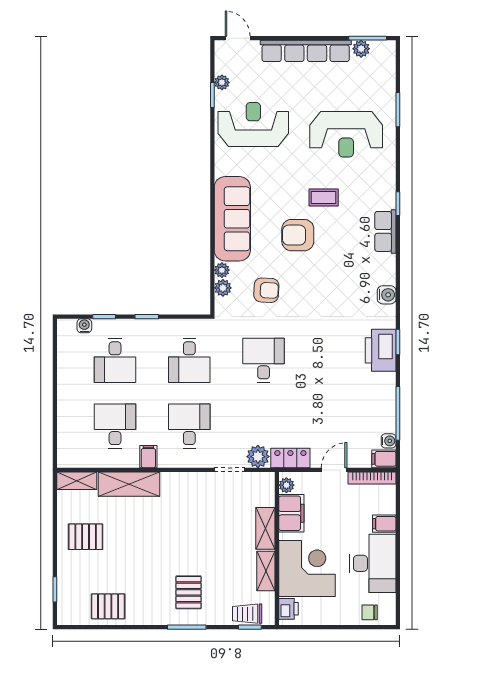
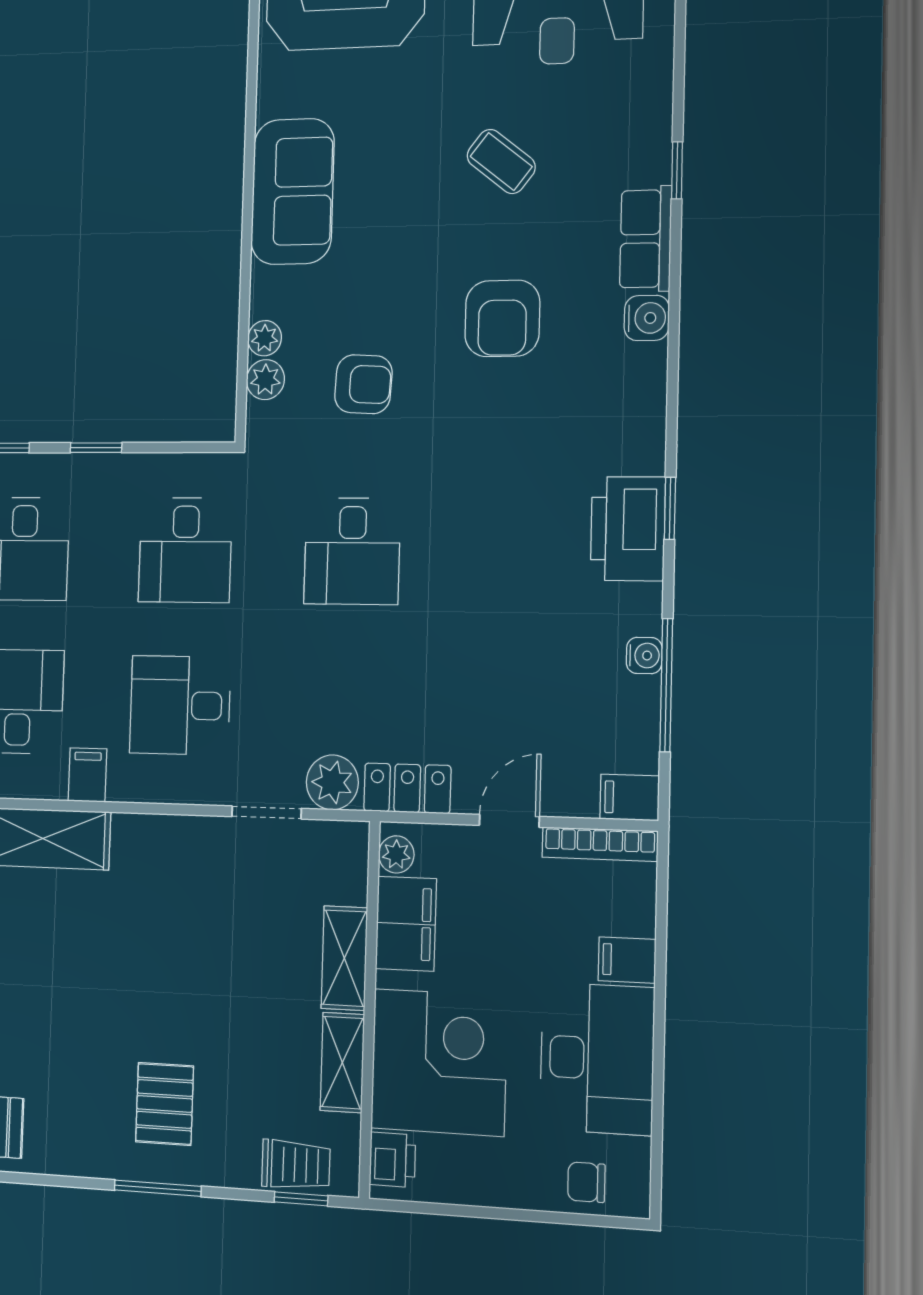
coffee table: (324, 198) -> (501, 161), turned 38
sofa: (232, 219) -> (293, 191), width x0.73
armchair: (298, 235) -> (502, 318), moved, turned -90
water cooler: (387, 295) -> (647, 318), moved
desk: (264, 360) -> (352, 551), turned 180
desk: (189, 426) -> (180, 705), turned -90
water cooler: (389, 441) -> (644, 655), moved
trolley: (247, 614) -> (296, 1165), turned 180

